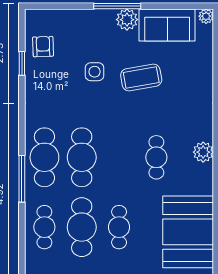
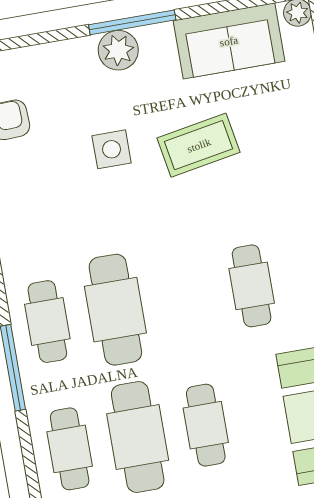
plant: (127, 20) -> (118, 50), moved
cafe table: (44, 157) -> (47, 322), width x0.73, depth x0.74

